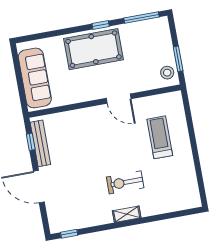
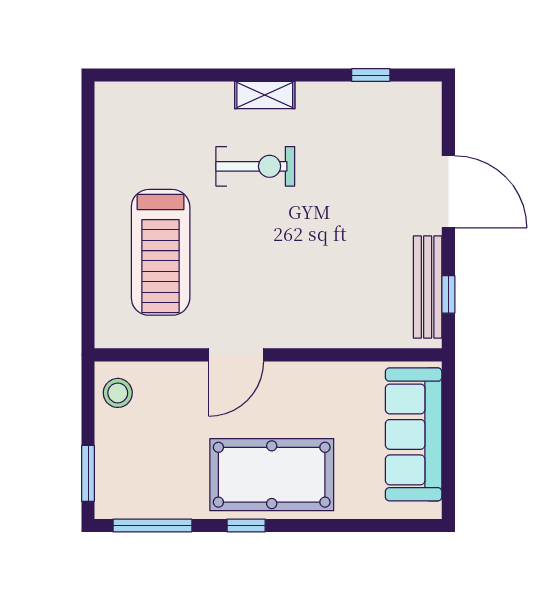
window: (178, 59) -> (88, 473), moved
door: (119, 99) -> (236, 355), swing flipped
treadmill: (160, 137) -> (161, 252), width x1.37, depth x1.38
window: (69, 234) -> (371, 75), moved

